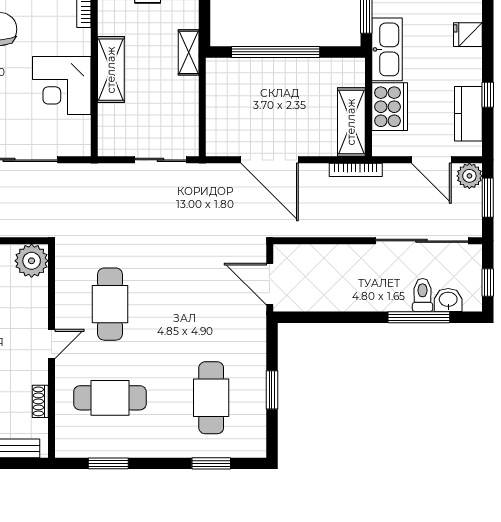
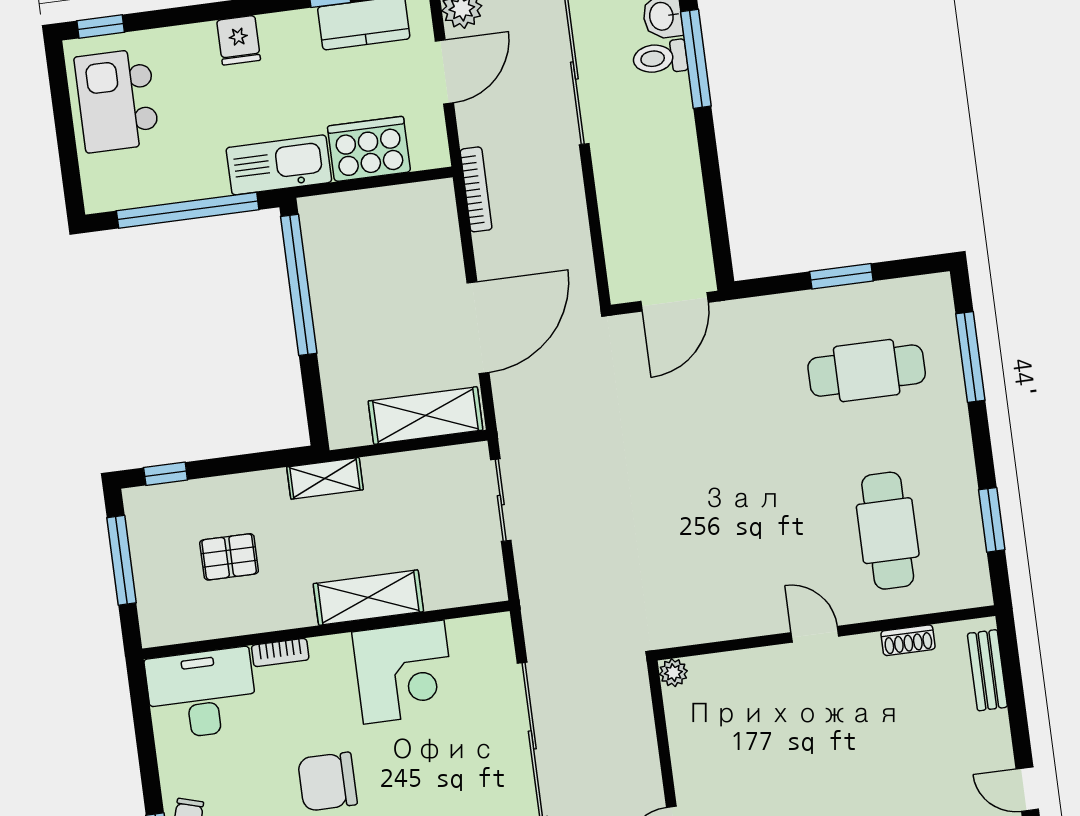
window: (276, 52) -> (299, 285), moved
shelving: (351, 122) -> (426, 416), moved
plant: (32, 261) -> (673, 673), width x0.53, depth x0.53
cafe table: (110, 304) -> (739, 550), removed
window: (211, 463) -> (970, 357), width x1.44

